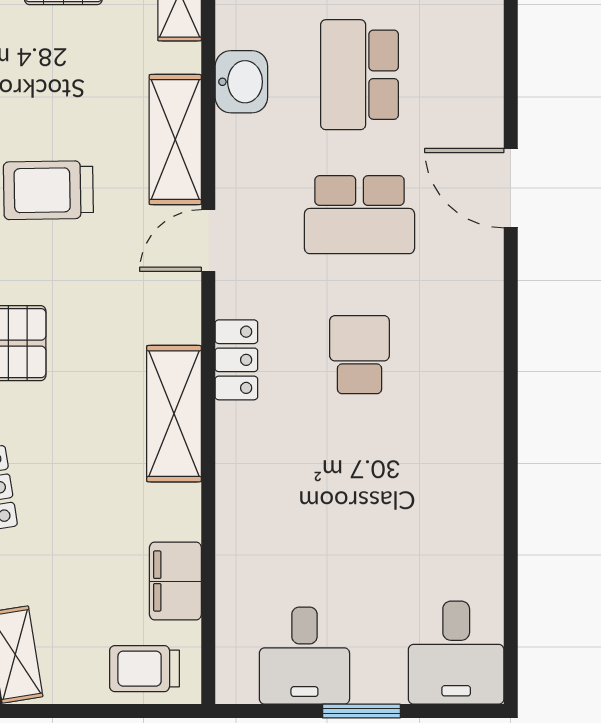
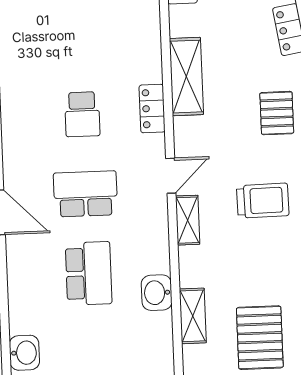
washbasin: (241, 82) -> (157, 293), moved
shelving: (175, 140) -> (188, 220), width x0.67, depth x0.75

